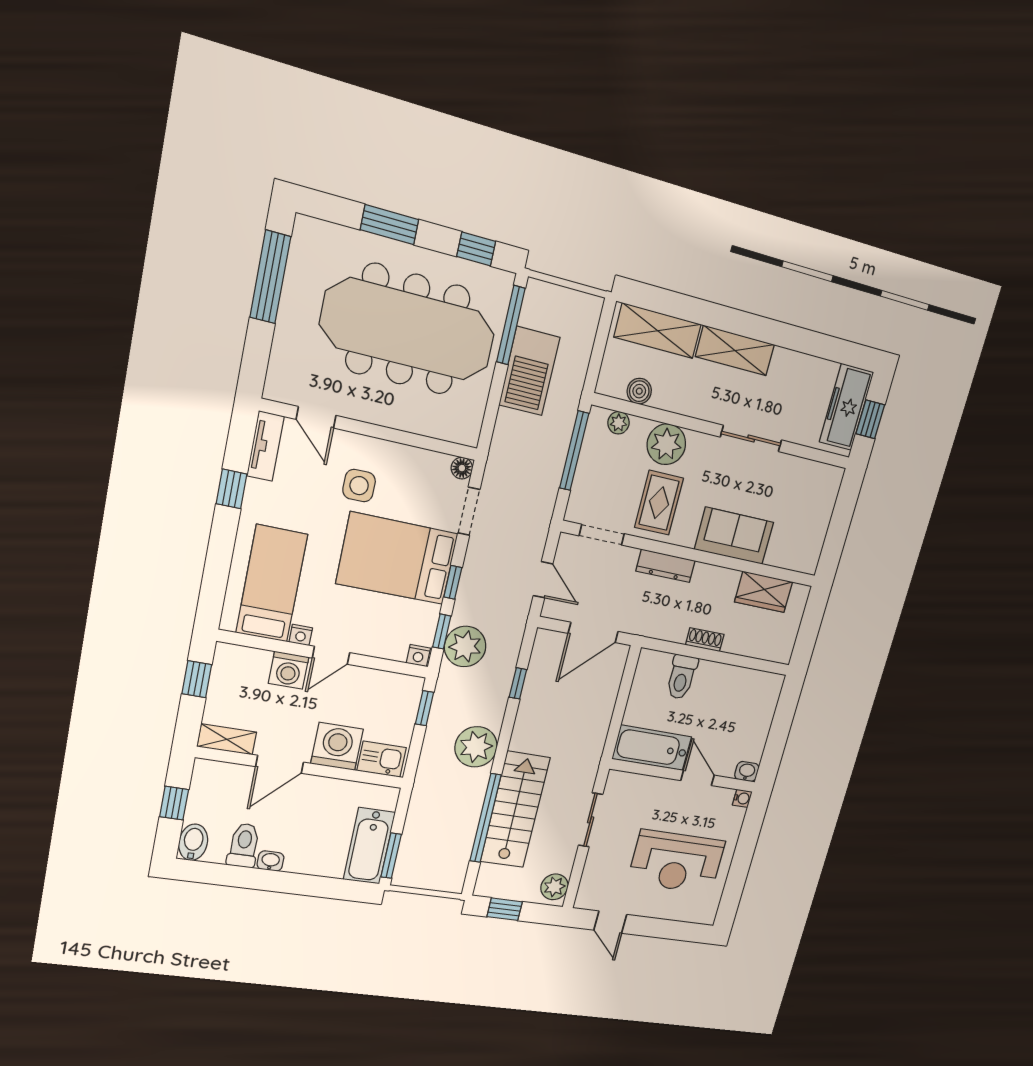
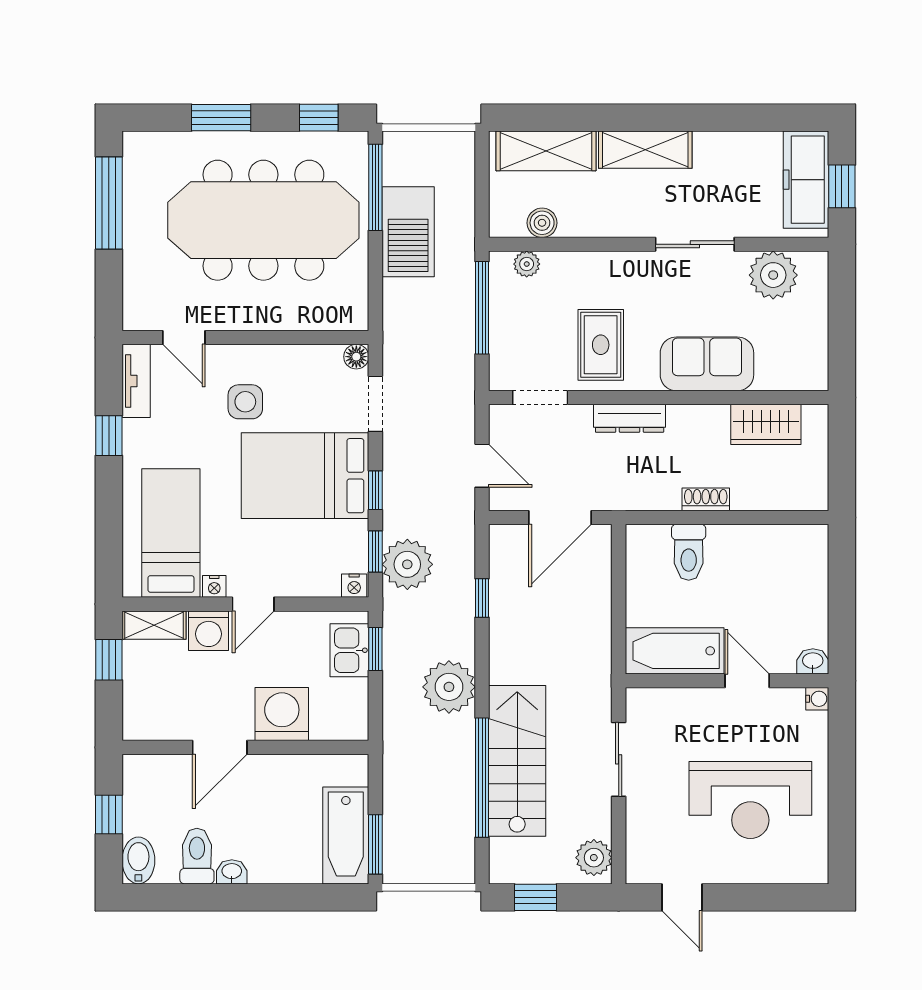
plant: (666, 444) -> (773, 275), moved
shelving: (227, 739) -> (154, 625), moved
kitchen sink: (382, 759) -> (349, 650), moved, turned -90

